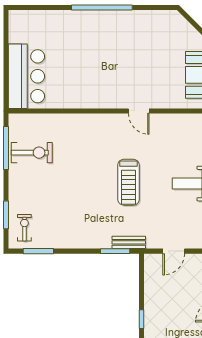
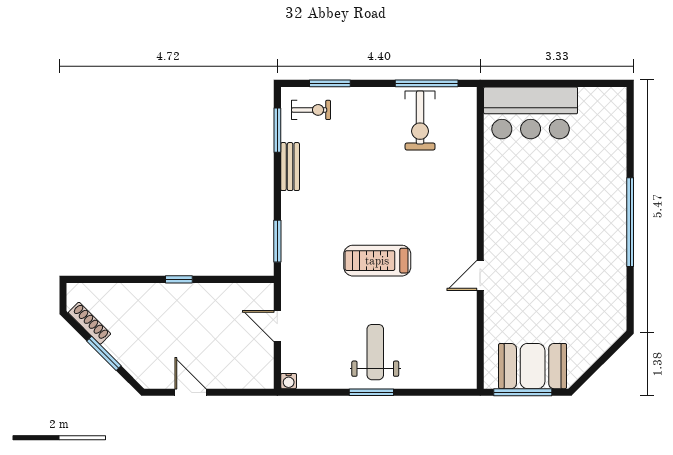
bench: (129, 242) -> (290, 167), moved

